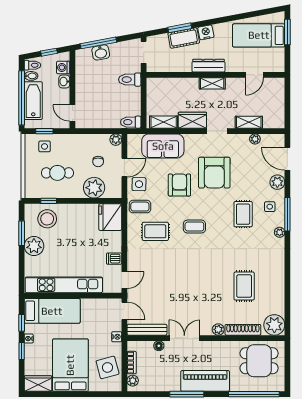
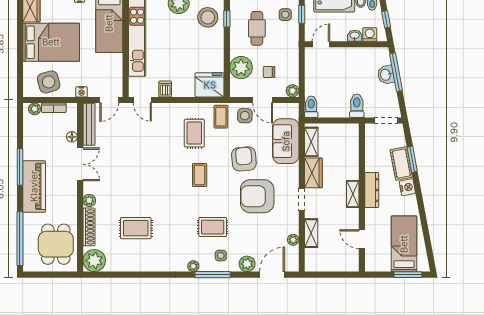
armchair: (179, 185) -> (244, 159), turned -95

